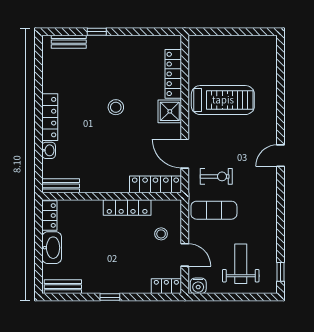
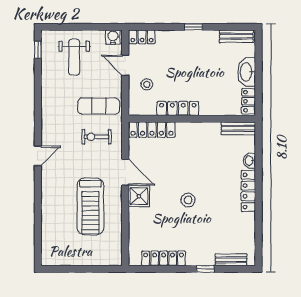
locker: (173, 74) -> (164, 258), moved, turned -90
treadmill: (223, 100) -> (90, 206), turned -90
door: (185, 154) -> (125, 172), moved

